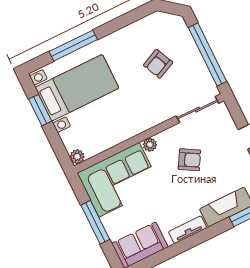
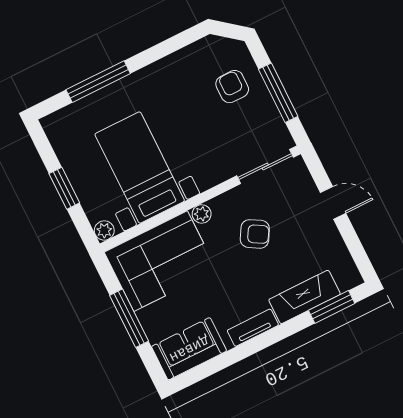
window: (207, 55) -> (278, 93), width x0.68
armchair: (158, 64) -> (232, 87), moved, turned 115
bed with nightstands: (77, 88) -> (140, 168), moved, turned -90
window: (40, 110) -> (64, 188), moved

